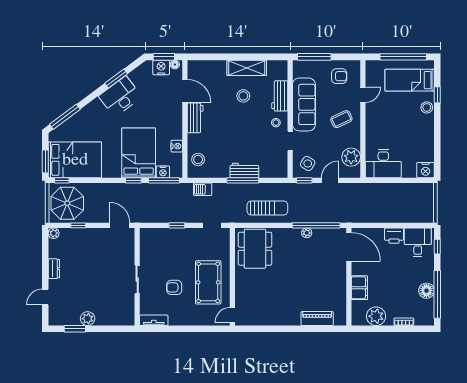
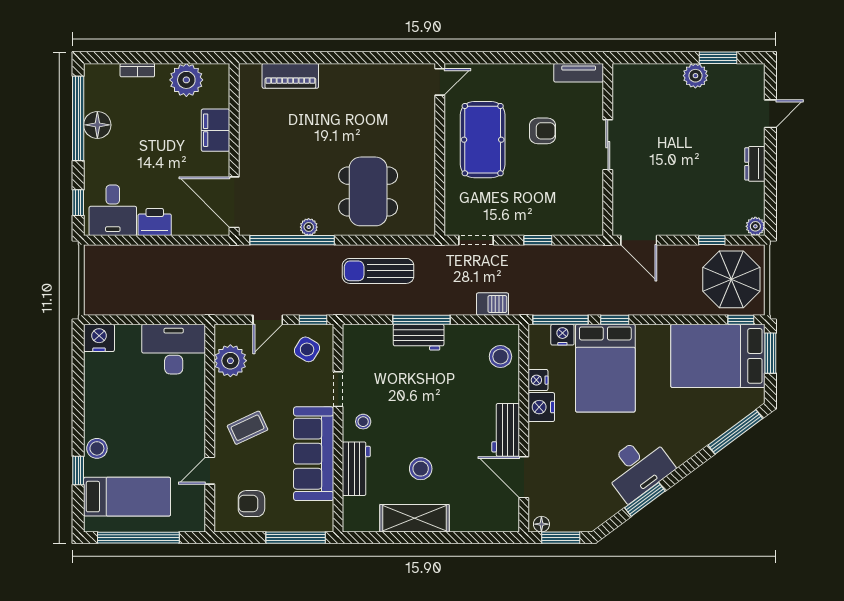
nightstand: (161, 67) -> (541, 407), moved, turned 90
dining table: (255, 249) -> (368, 191), moved

